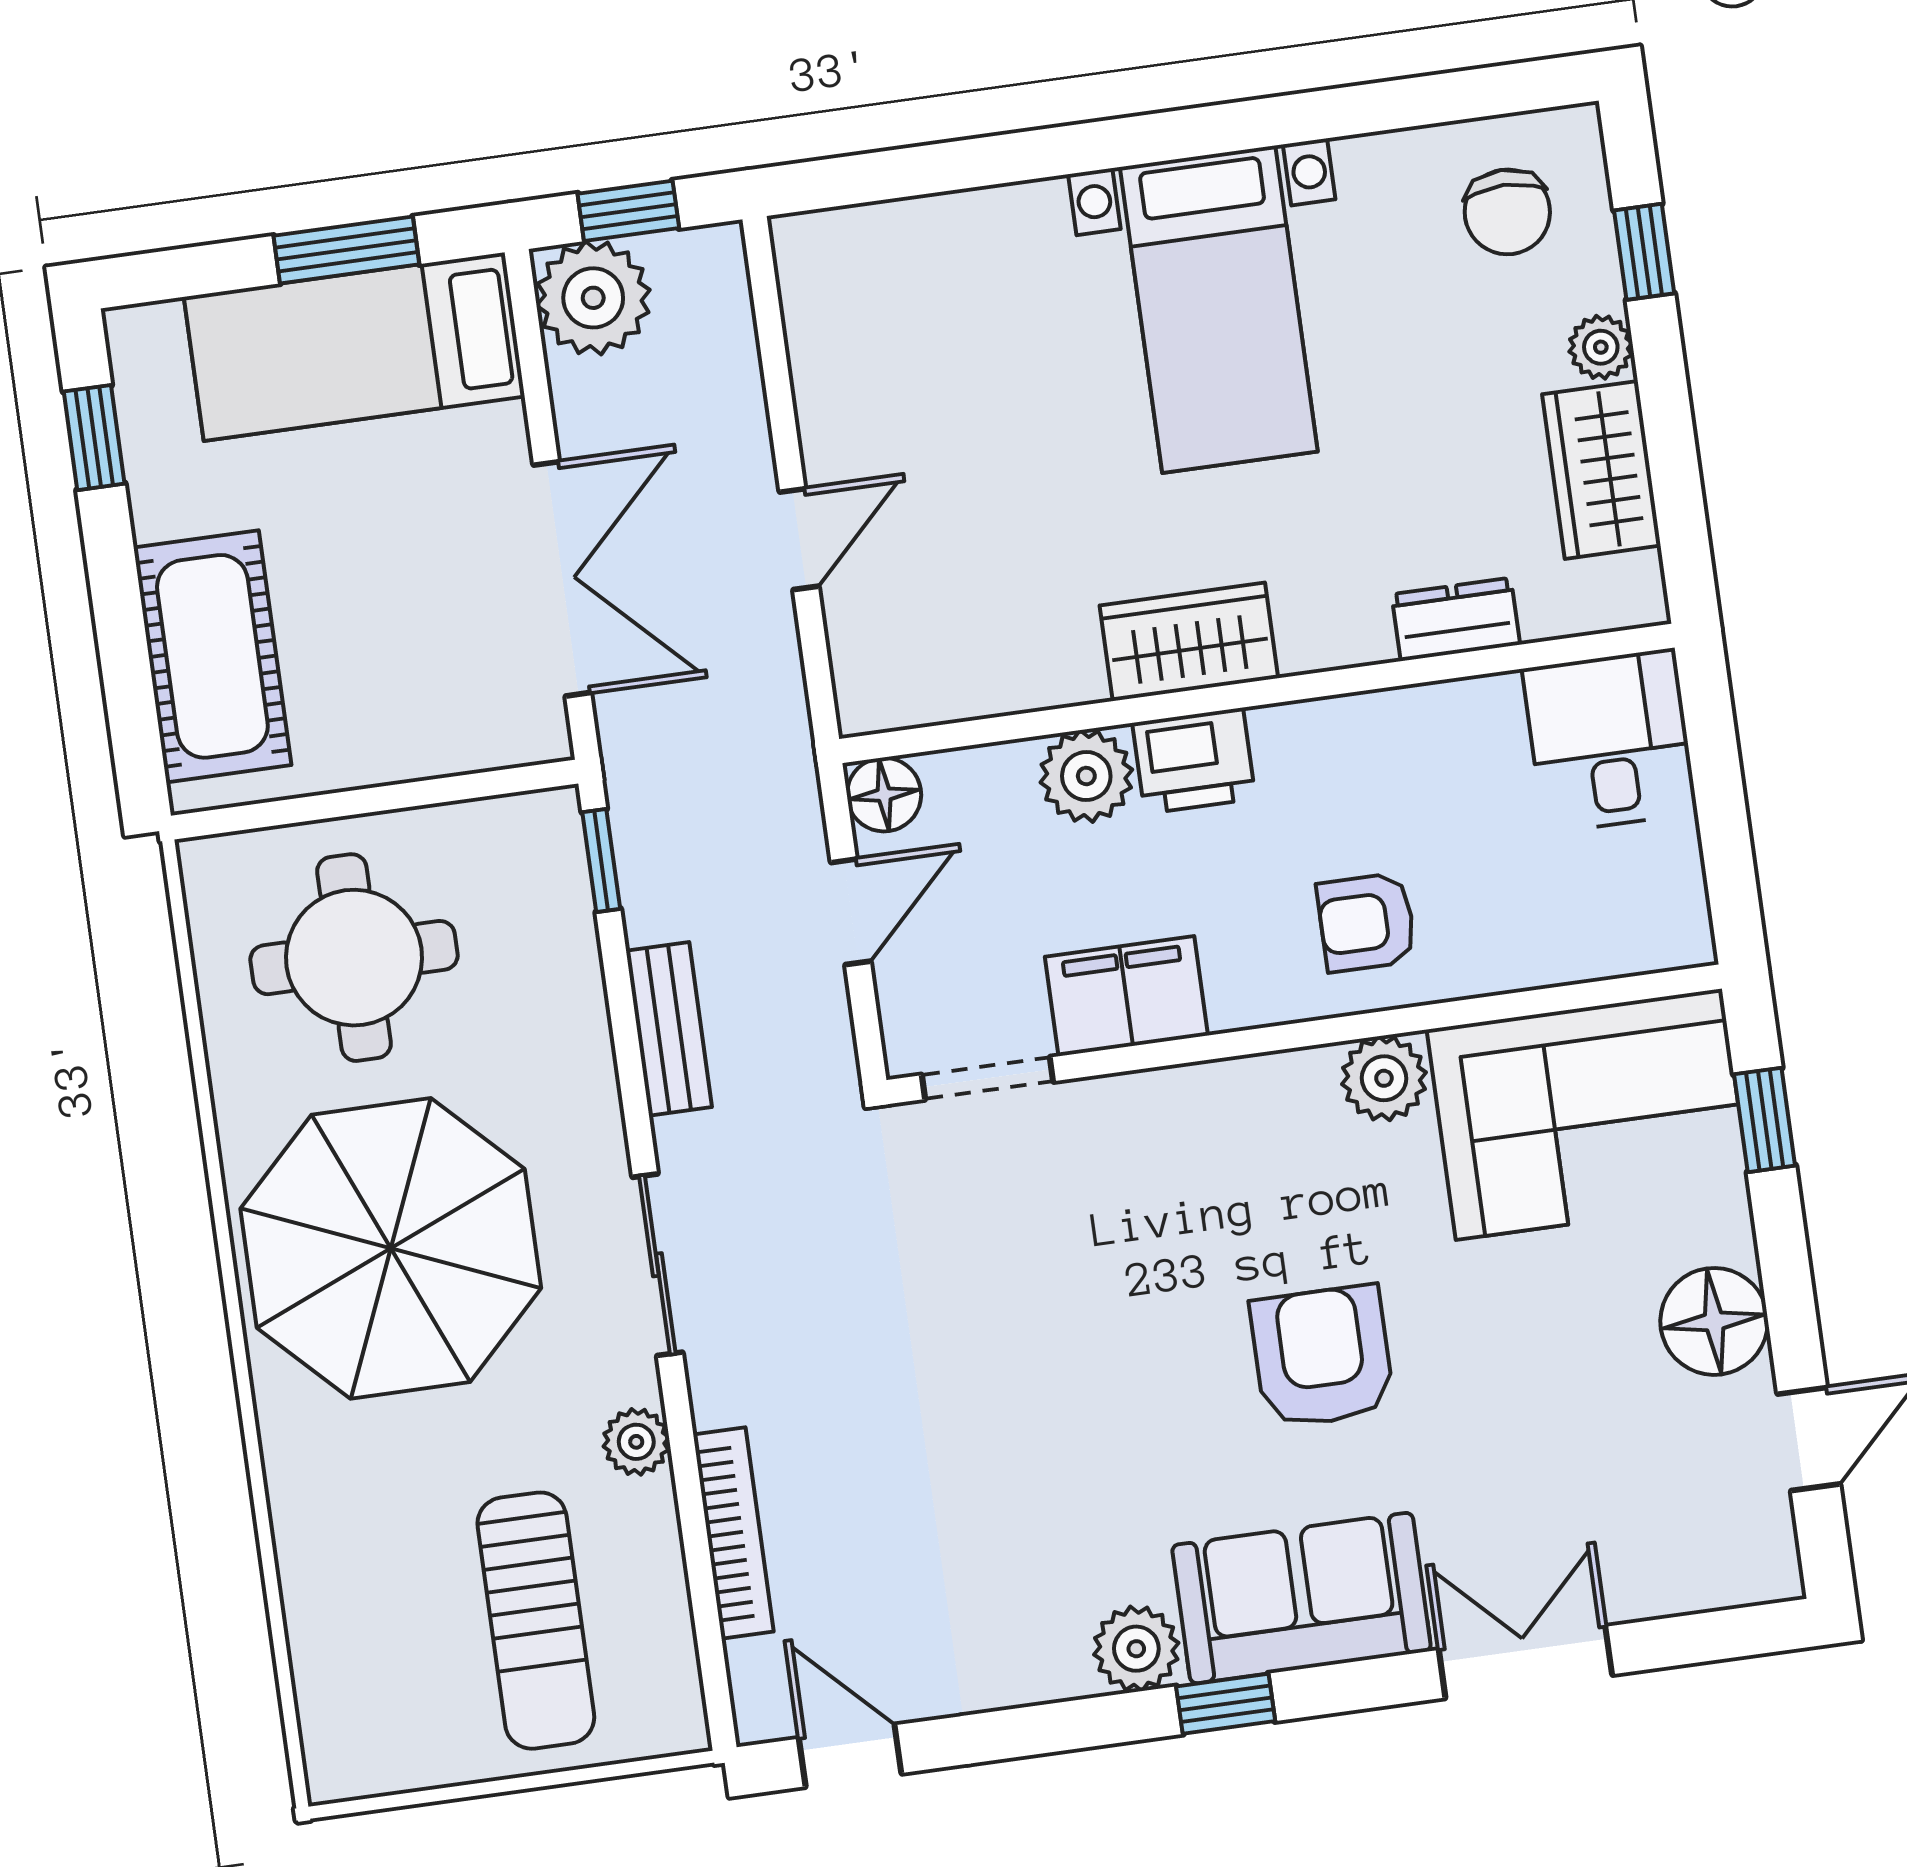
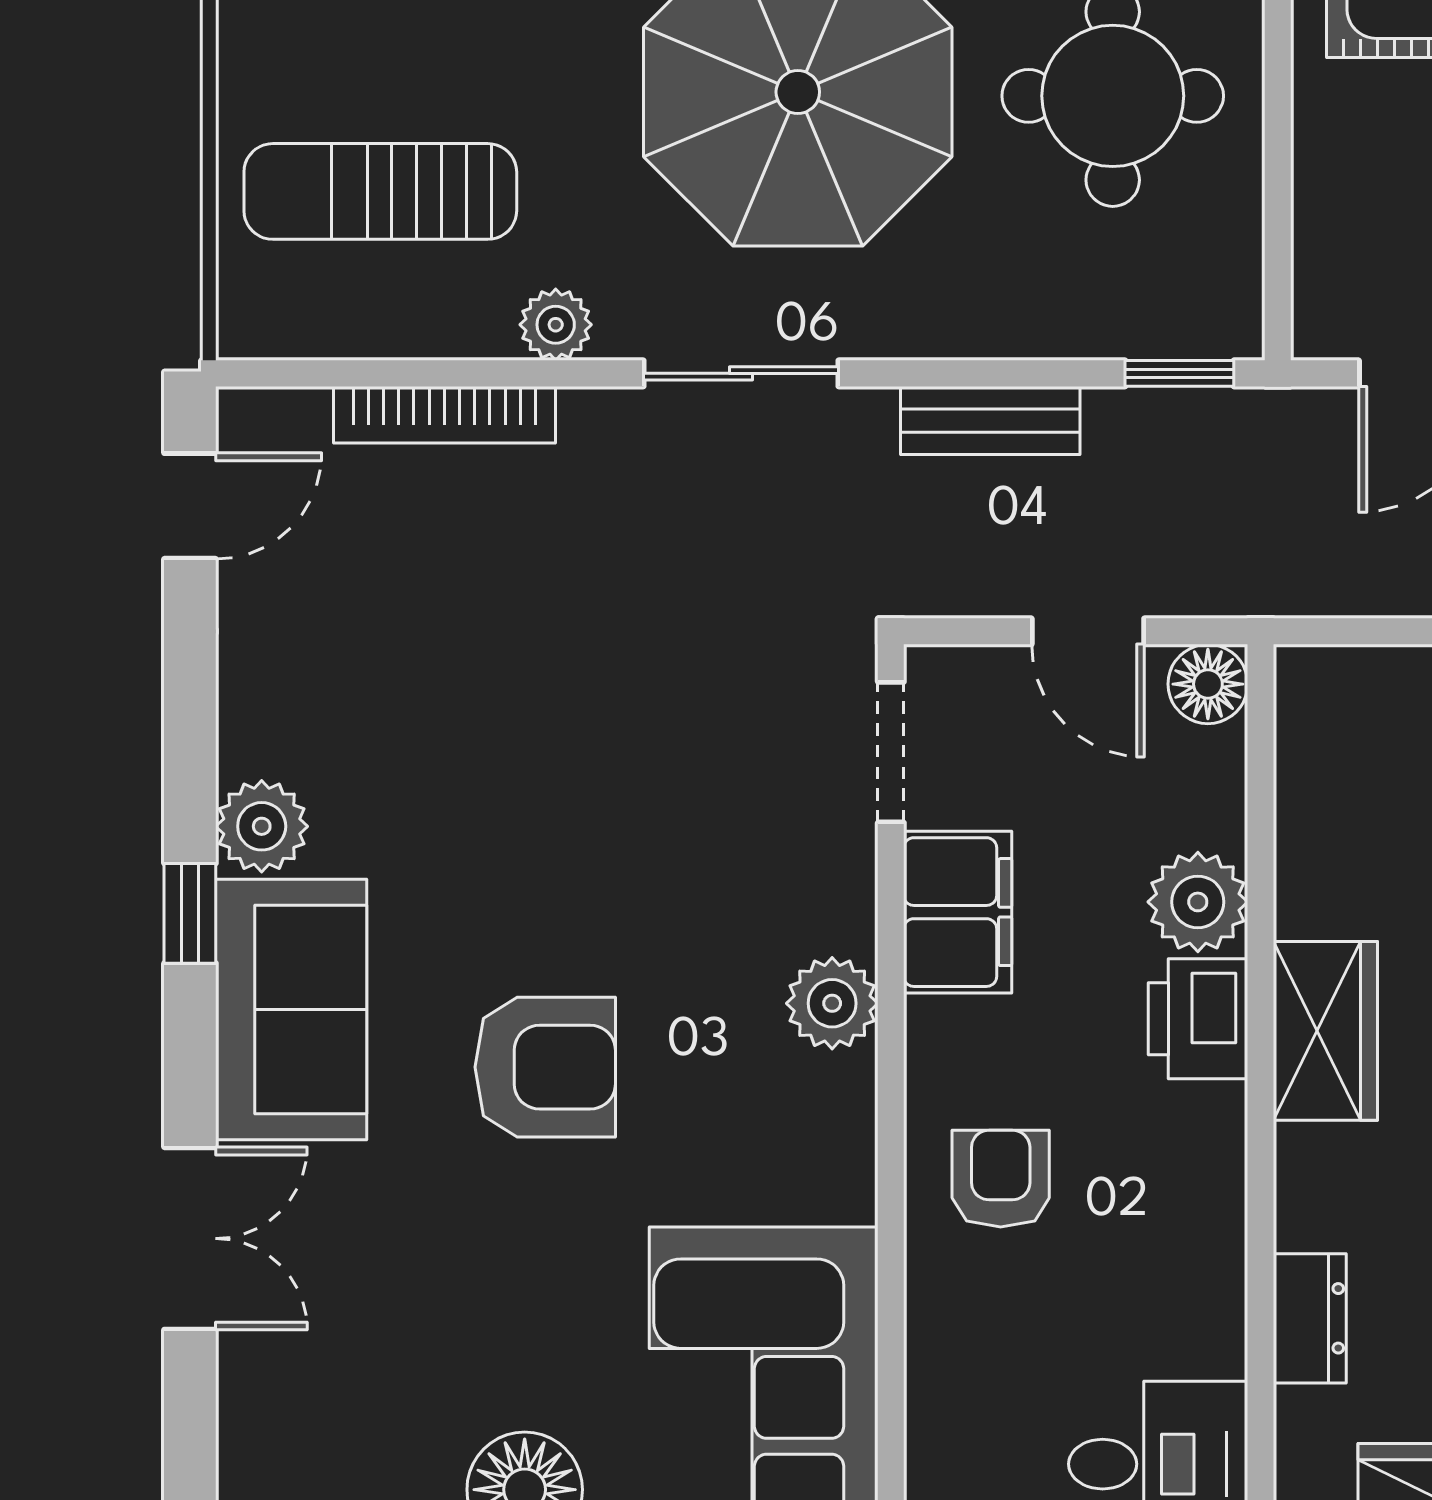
plant: (1384, 1078) -> (832, 1003), moved

